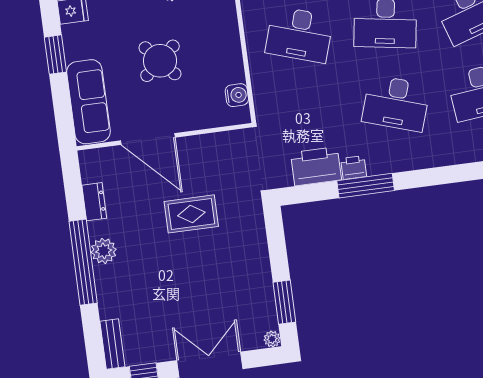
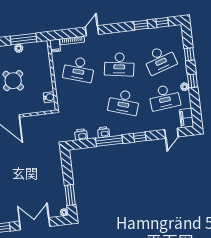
printer: (316, 166) -> (81, 134), width x0.53, depth x0.68
window: (431, 177) -> (140, 137), added
rug: (191, 214) -> (27, 153), removed

